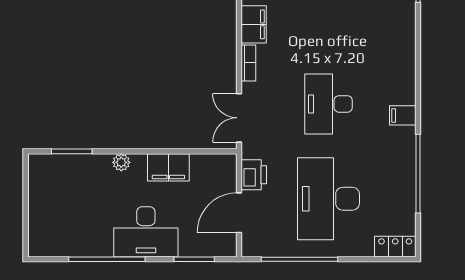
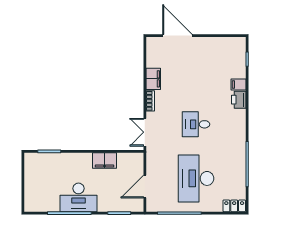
desk: (328, 104) -> (196, 124), width x0.73
filing cabinet: (403, 115) -> (239, 84), moved
plant: (121, 162) -> (78, 158), removed
printer: (254, 175) -> (239, 100), moved, turned 180
desk: (146, 232) -> (78, 197), moved

